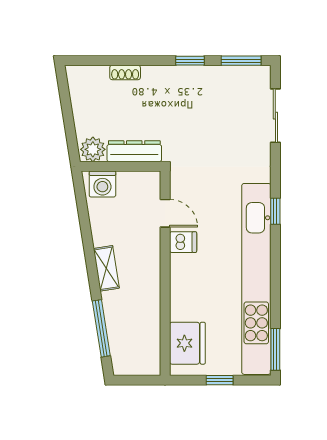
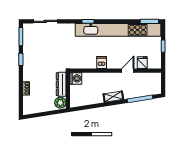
washing machine: (102, 184) -> (76, 78), moved
door: (165, 213) -> (128, 71), moved
fridge: (187, 343) -> (142, 63), width x0.53, depth x0.75

